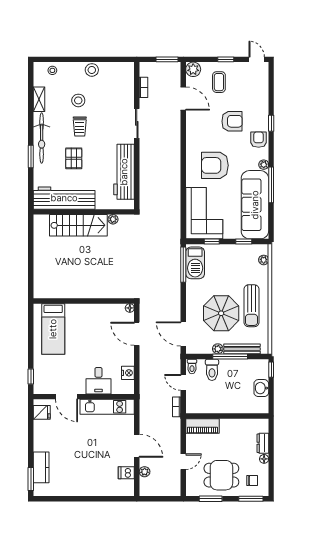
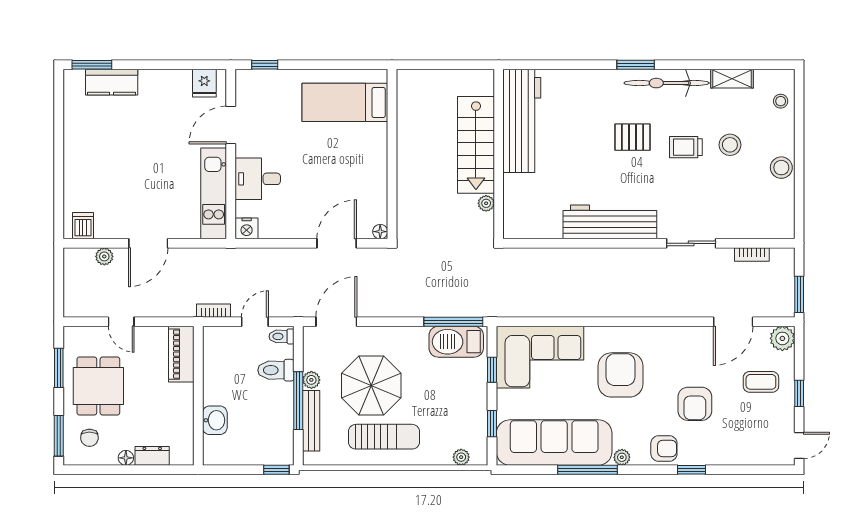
workbench: (64, 198) -> (522, 121), moved
wall: (84, 212) -> (499, 154), moved
plant: (113, 219) -> (486, 203), moved
stairs: (78, 225) -> (476, 145), moved
sun lounger: (252, 306) -> (384, 437), turned 180
nightstand: (128, 373) -> (247, 228), moved
washbasin: (261, 388) -> (215, 420), moved, turned 90
dishwasher: (126, 473) -> (83, 226), moved

